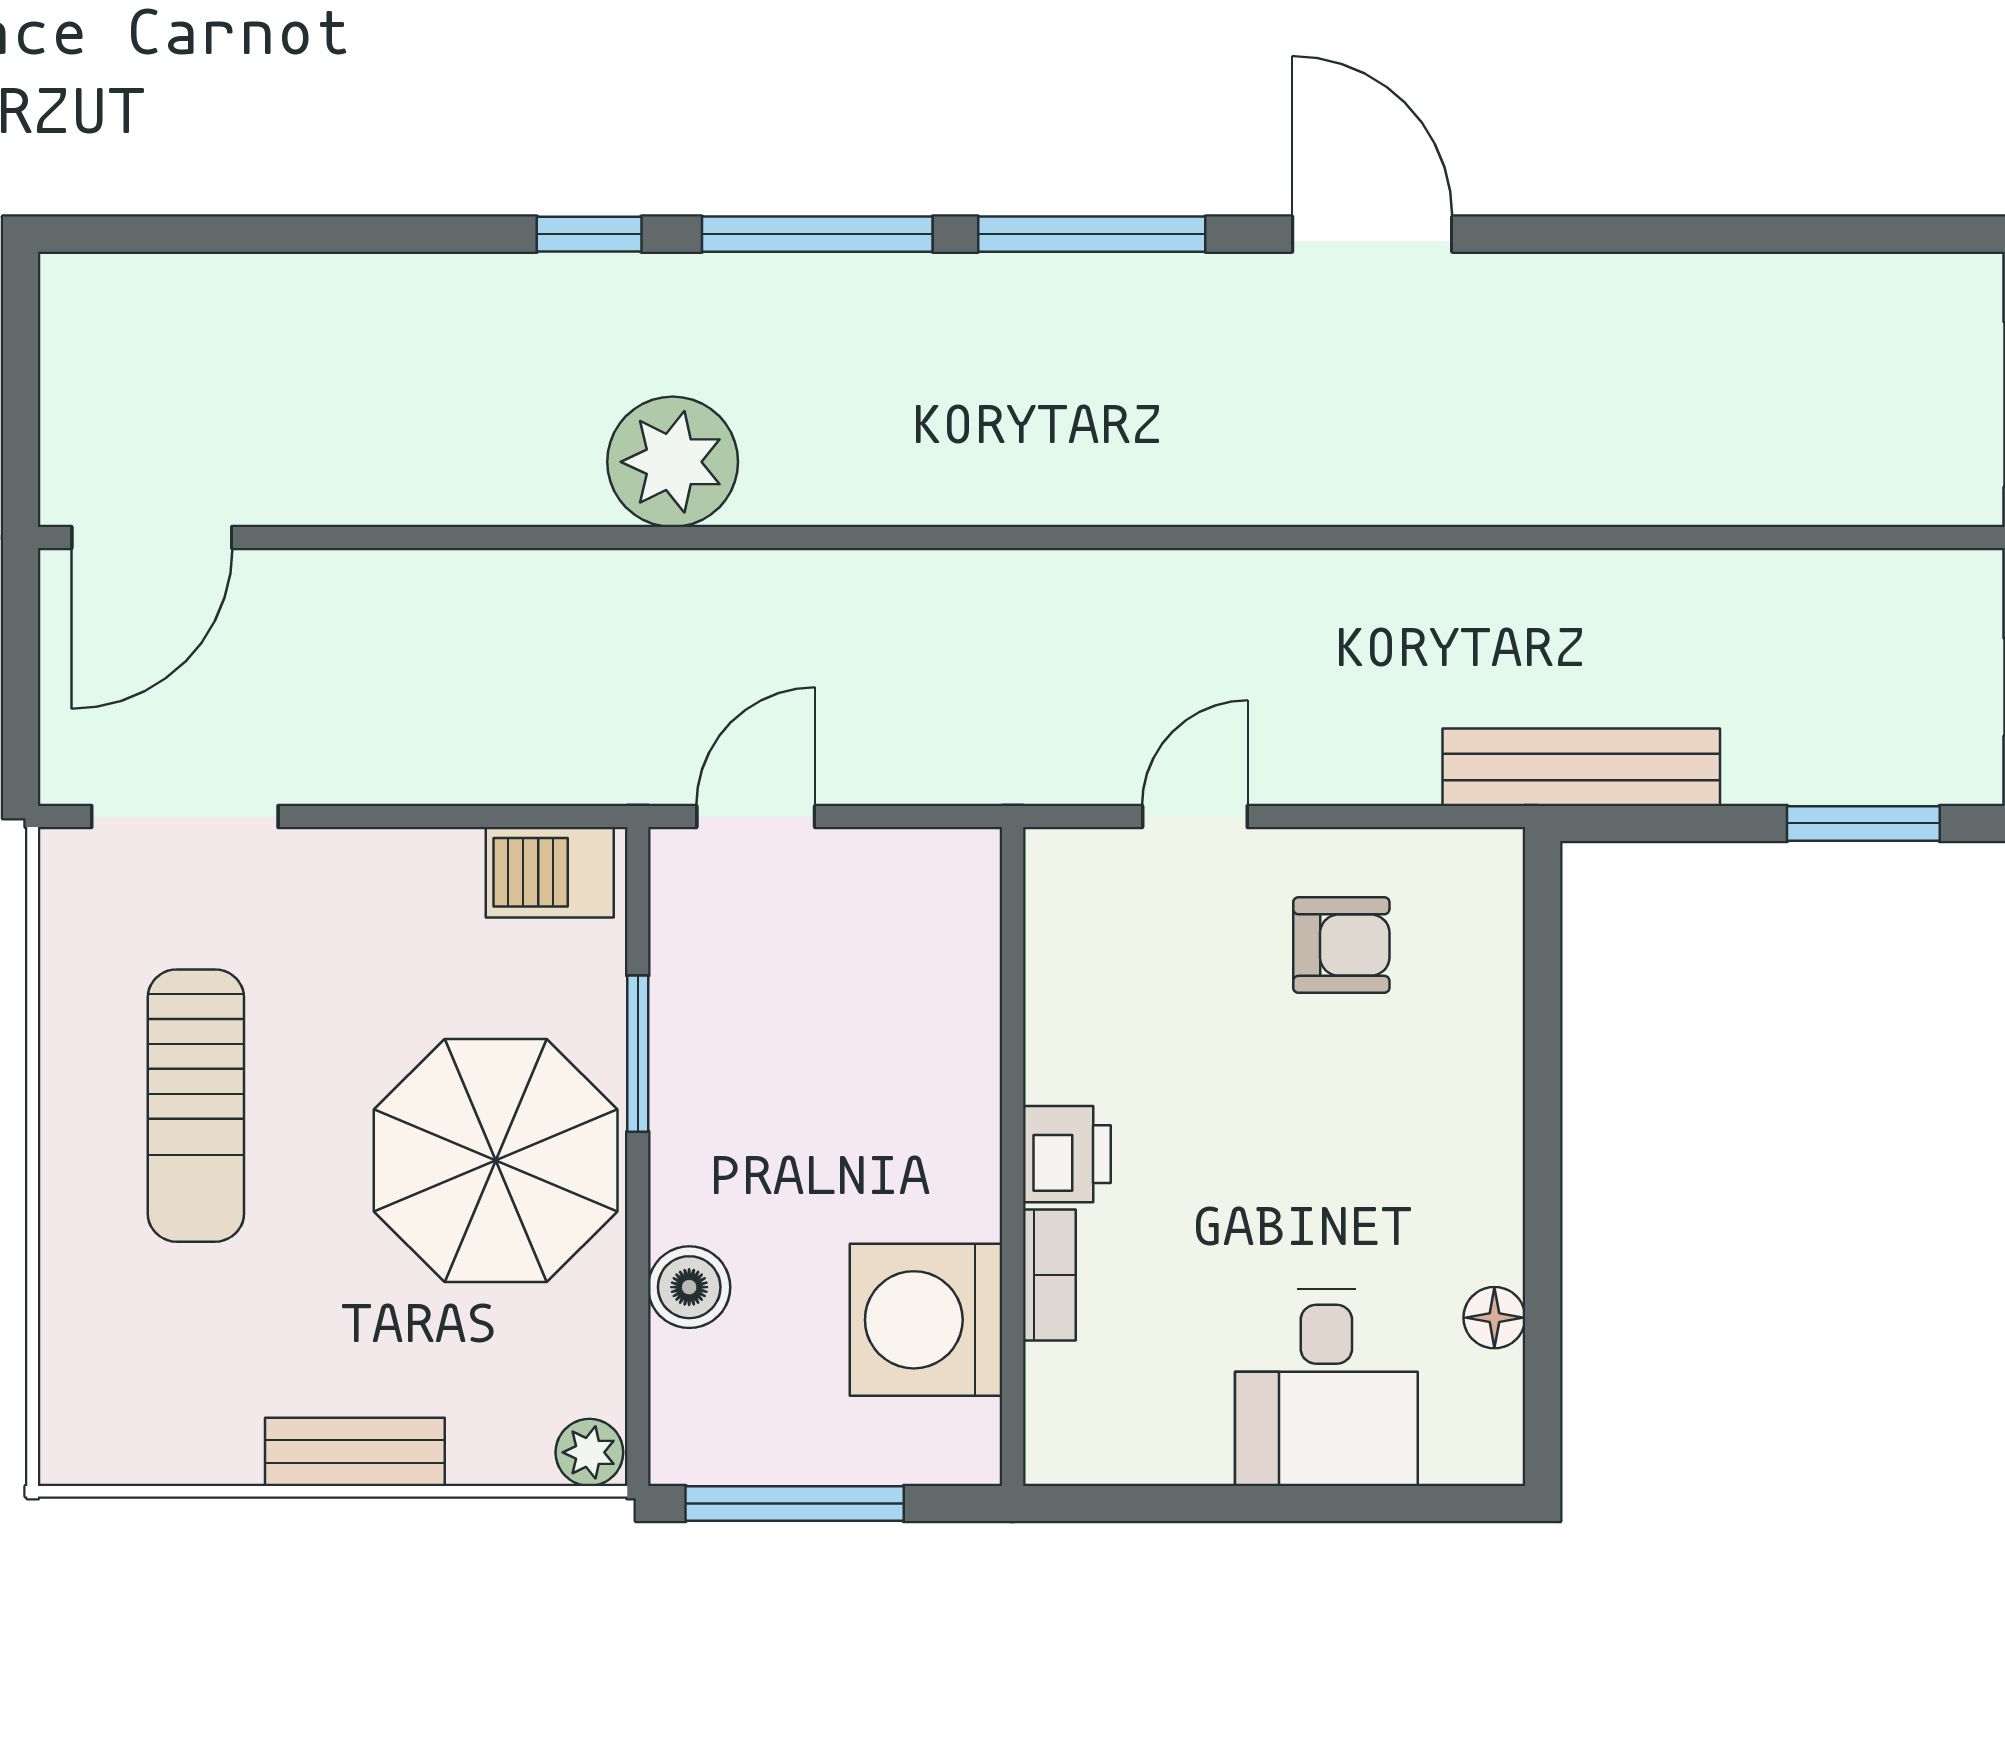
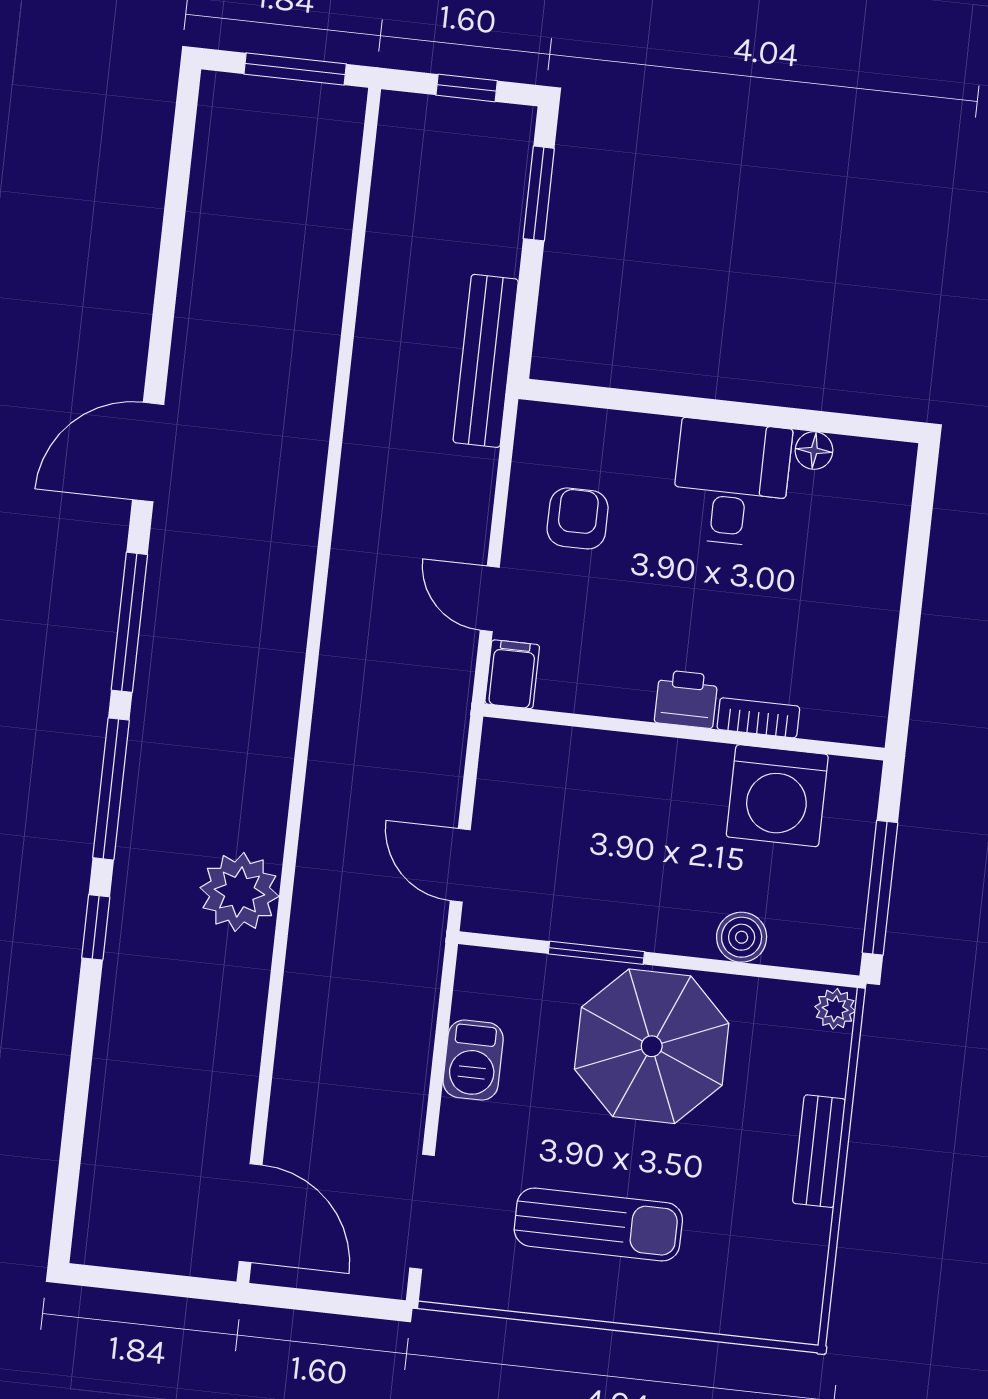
filing cabinet: (1076, 867) -> (512, 674), added
barbecue: (550, 872) -> (473, 1060), moved
desk: (1326, 1387) -> (731, 483), moved, turned -90

